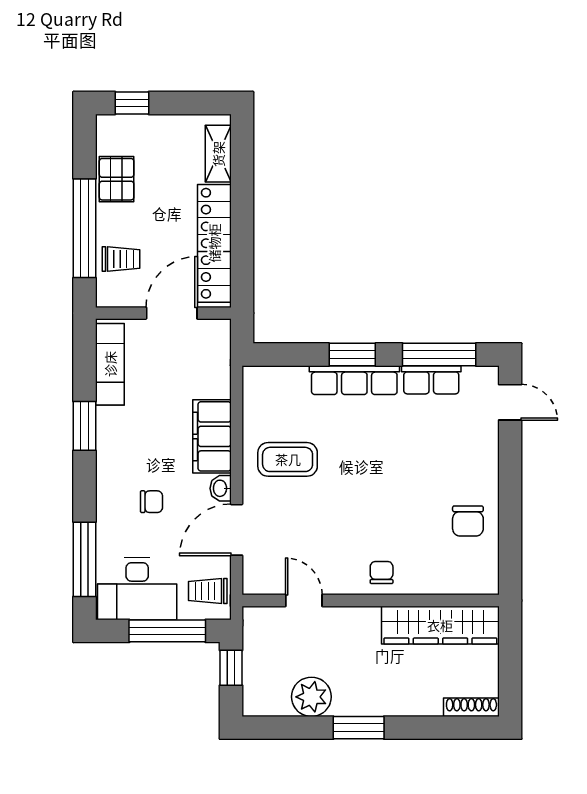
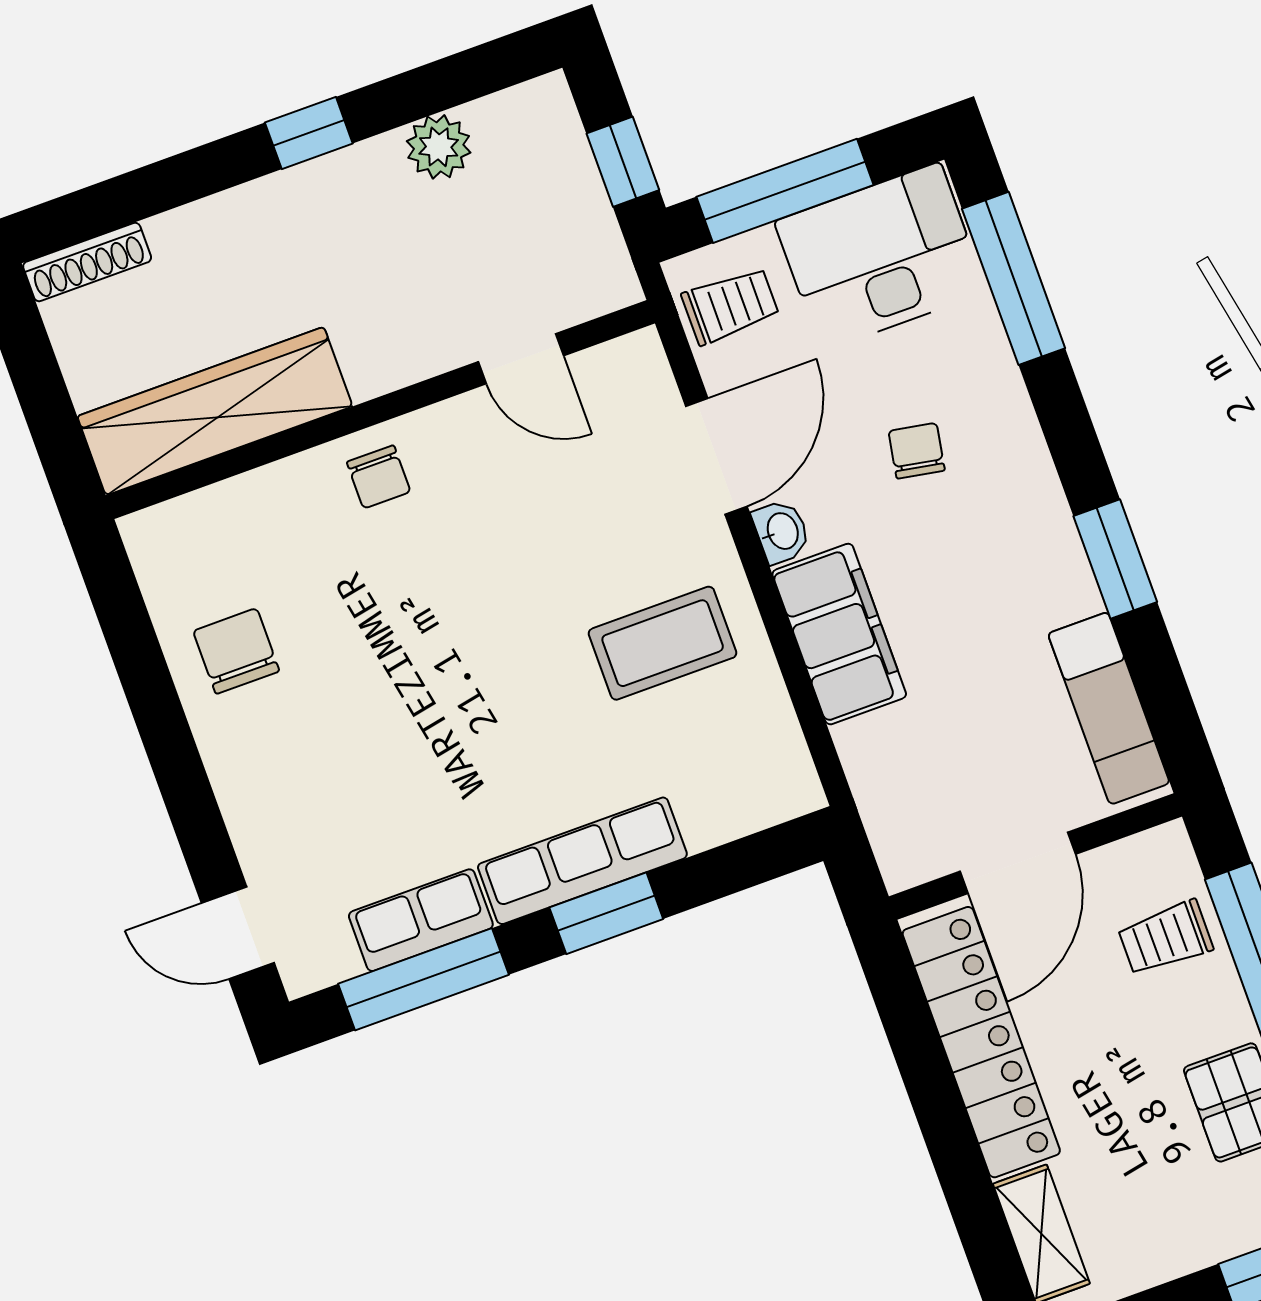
chair: (151, 502) -> (917, 451), turned 100
plant: (311, 697) -> (439, 147), width x0.73, depth x0.73
window: (359, 728) -> (309, 133), width x0.67

